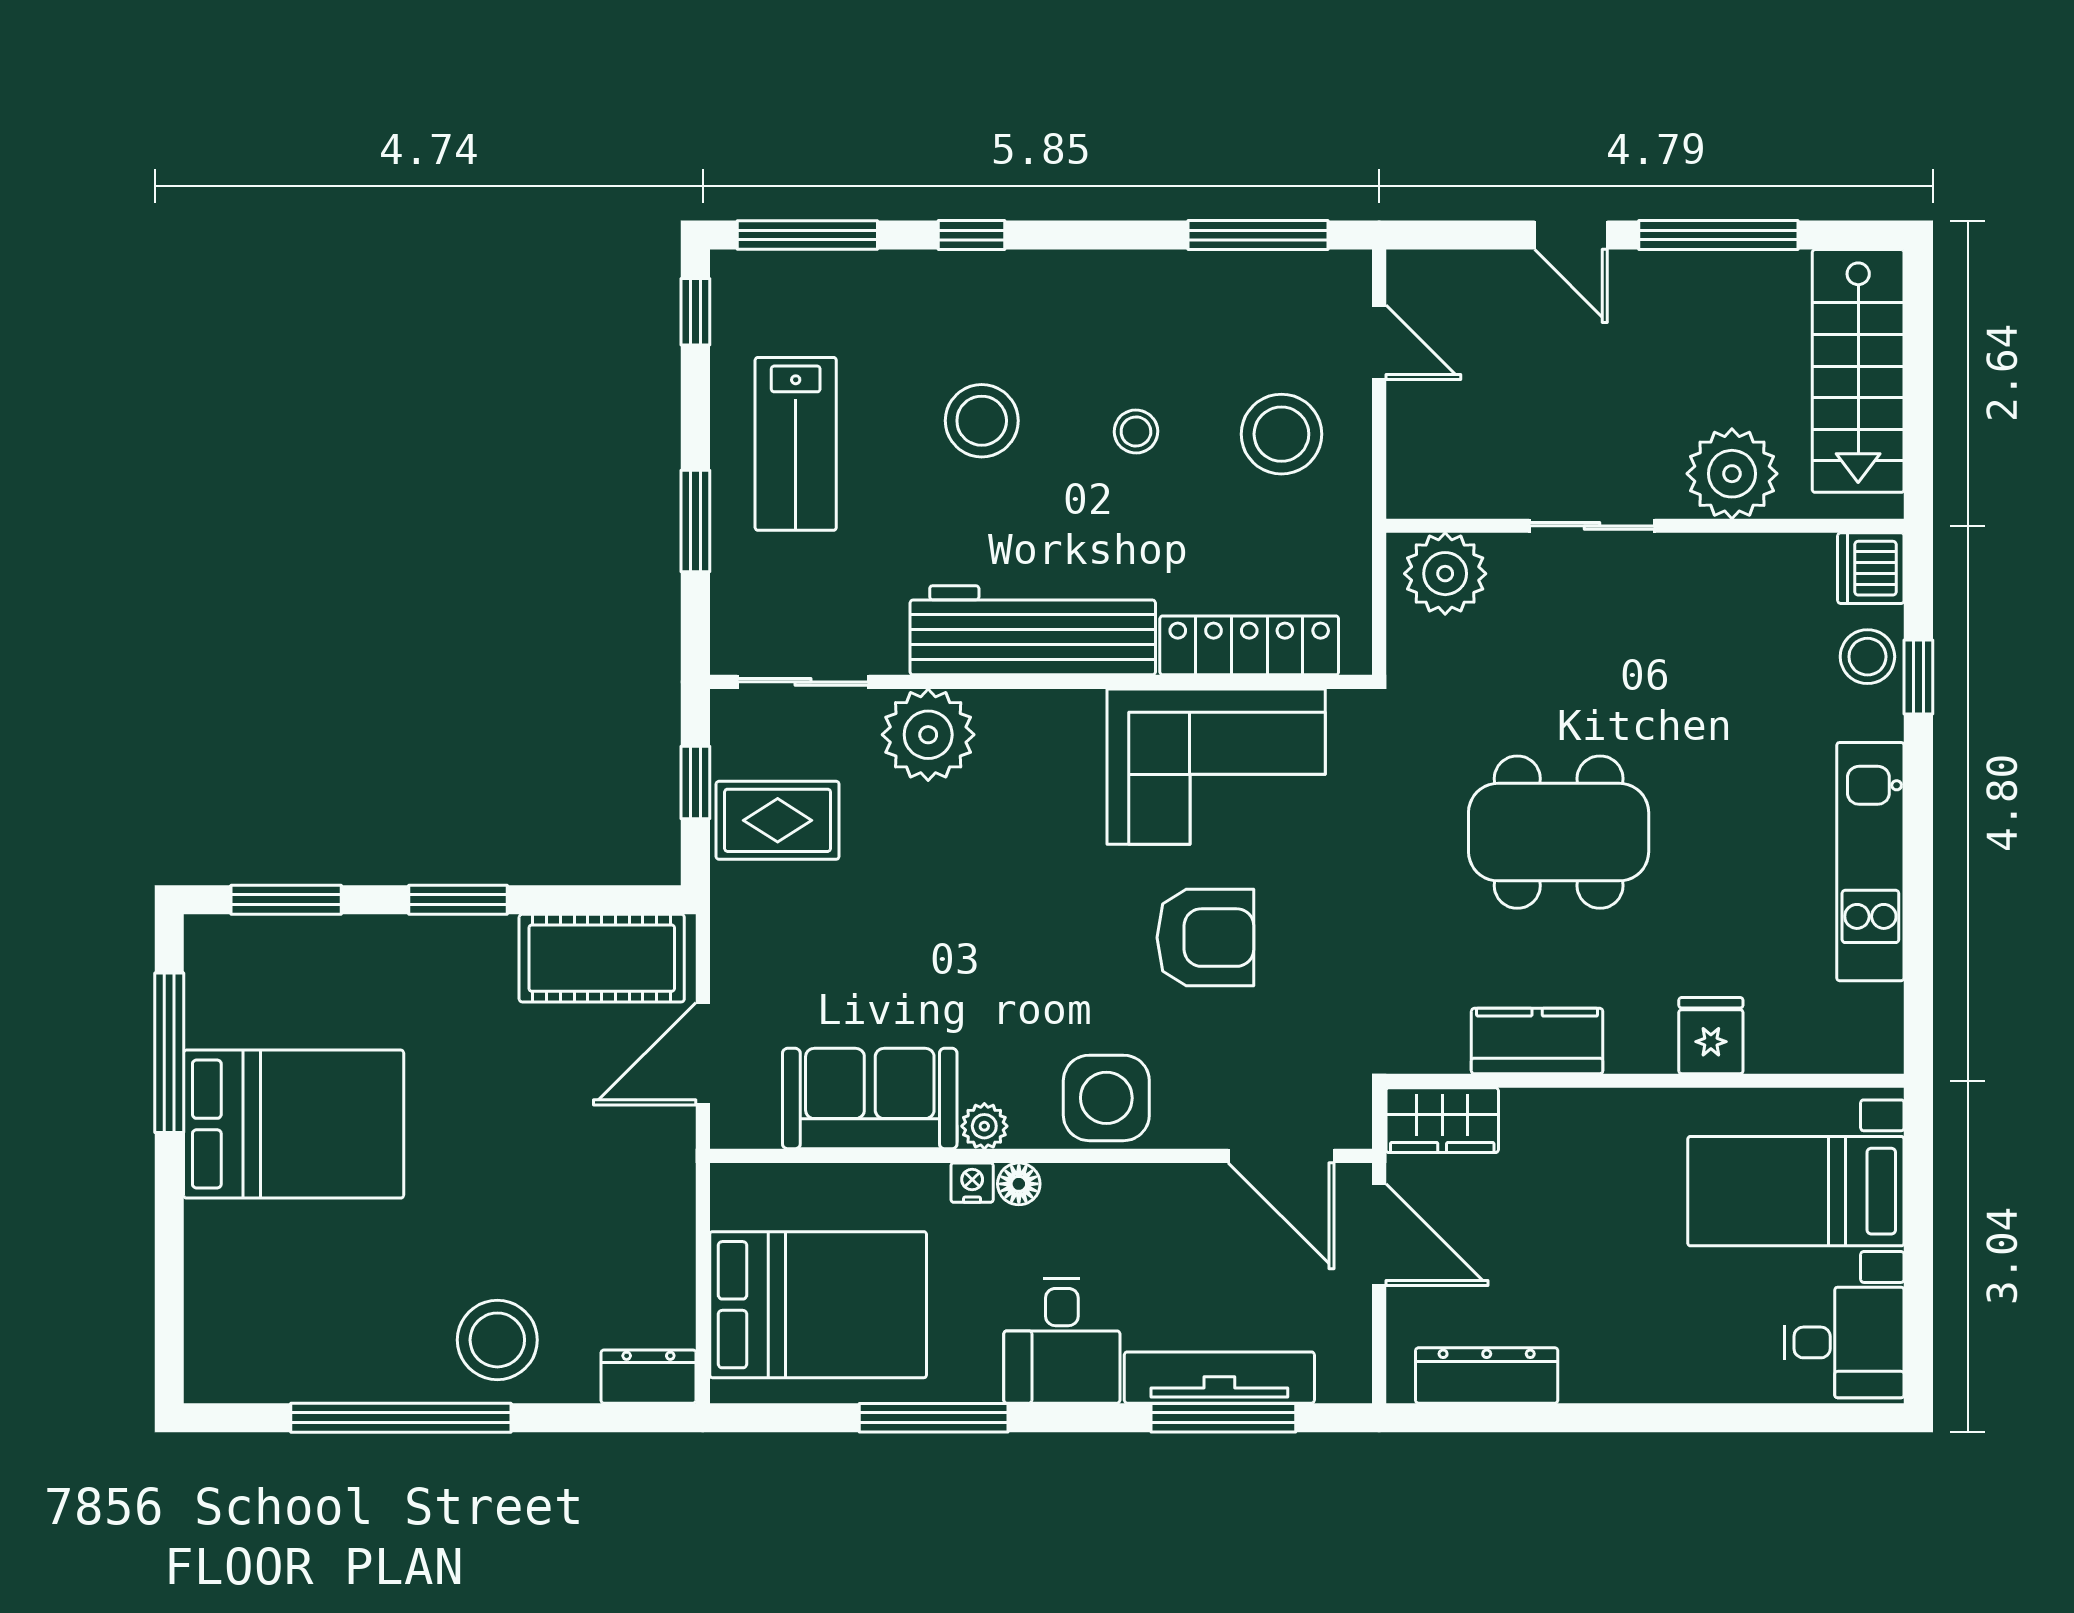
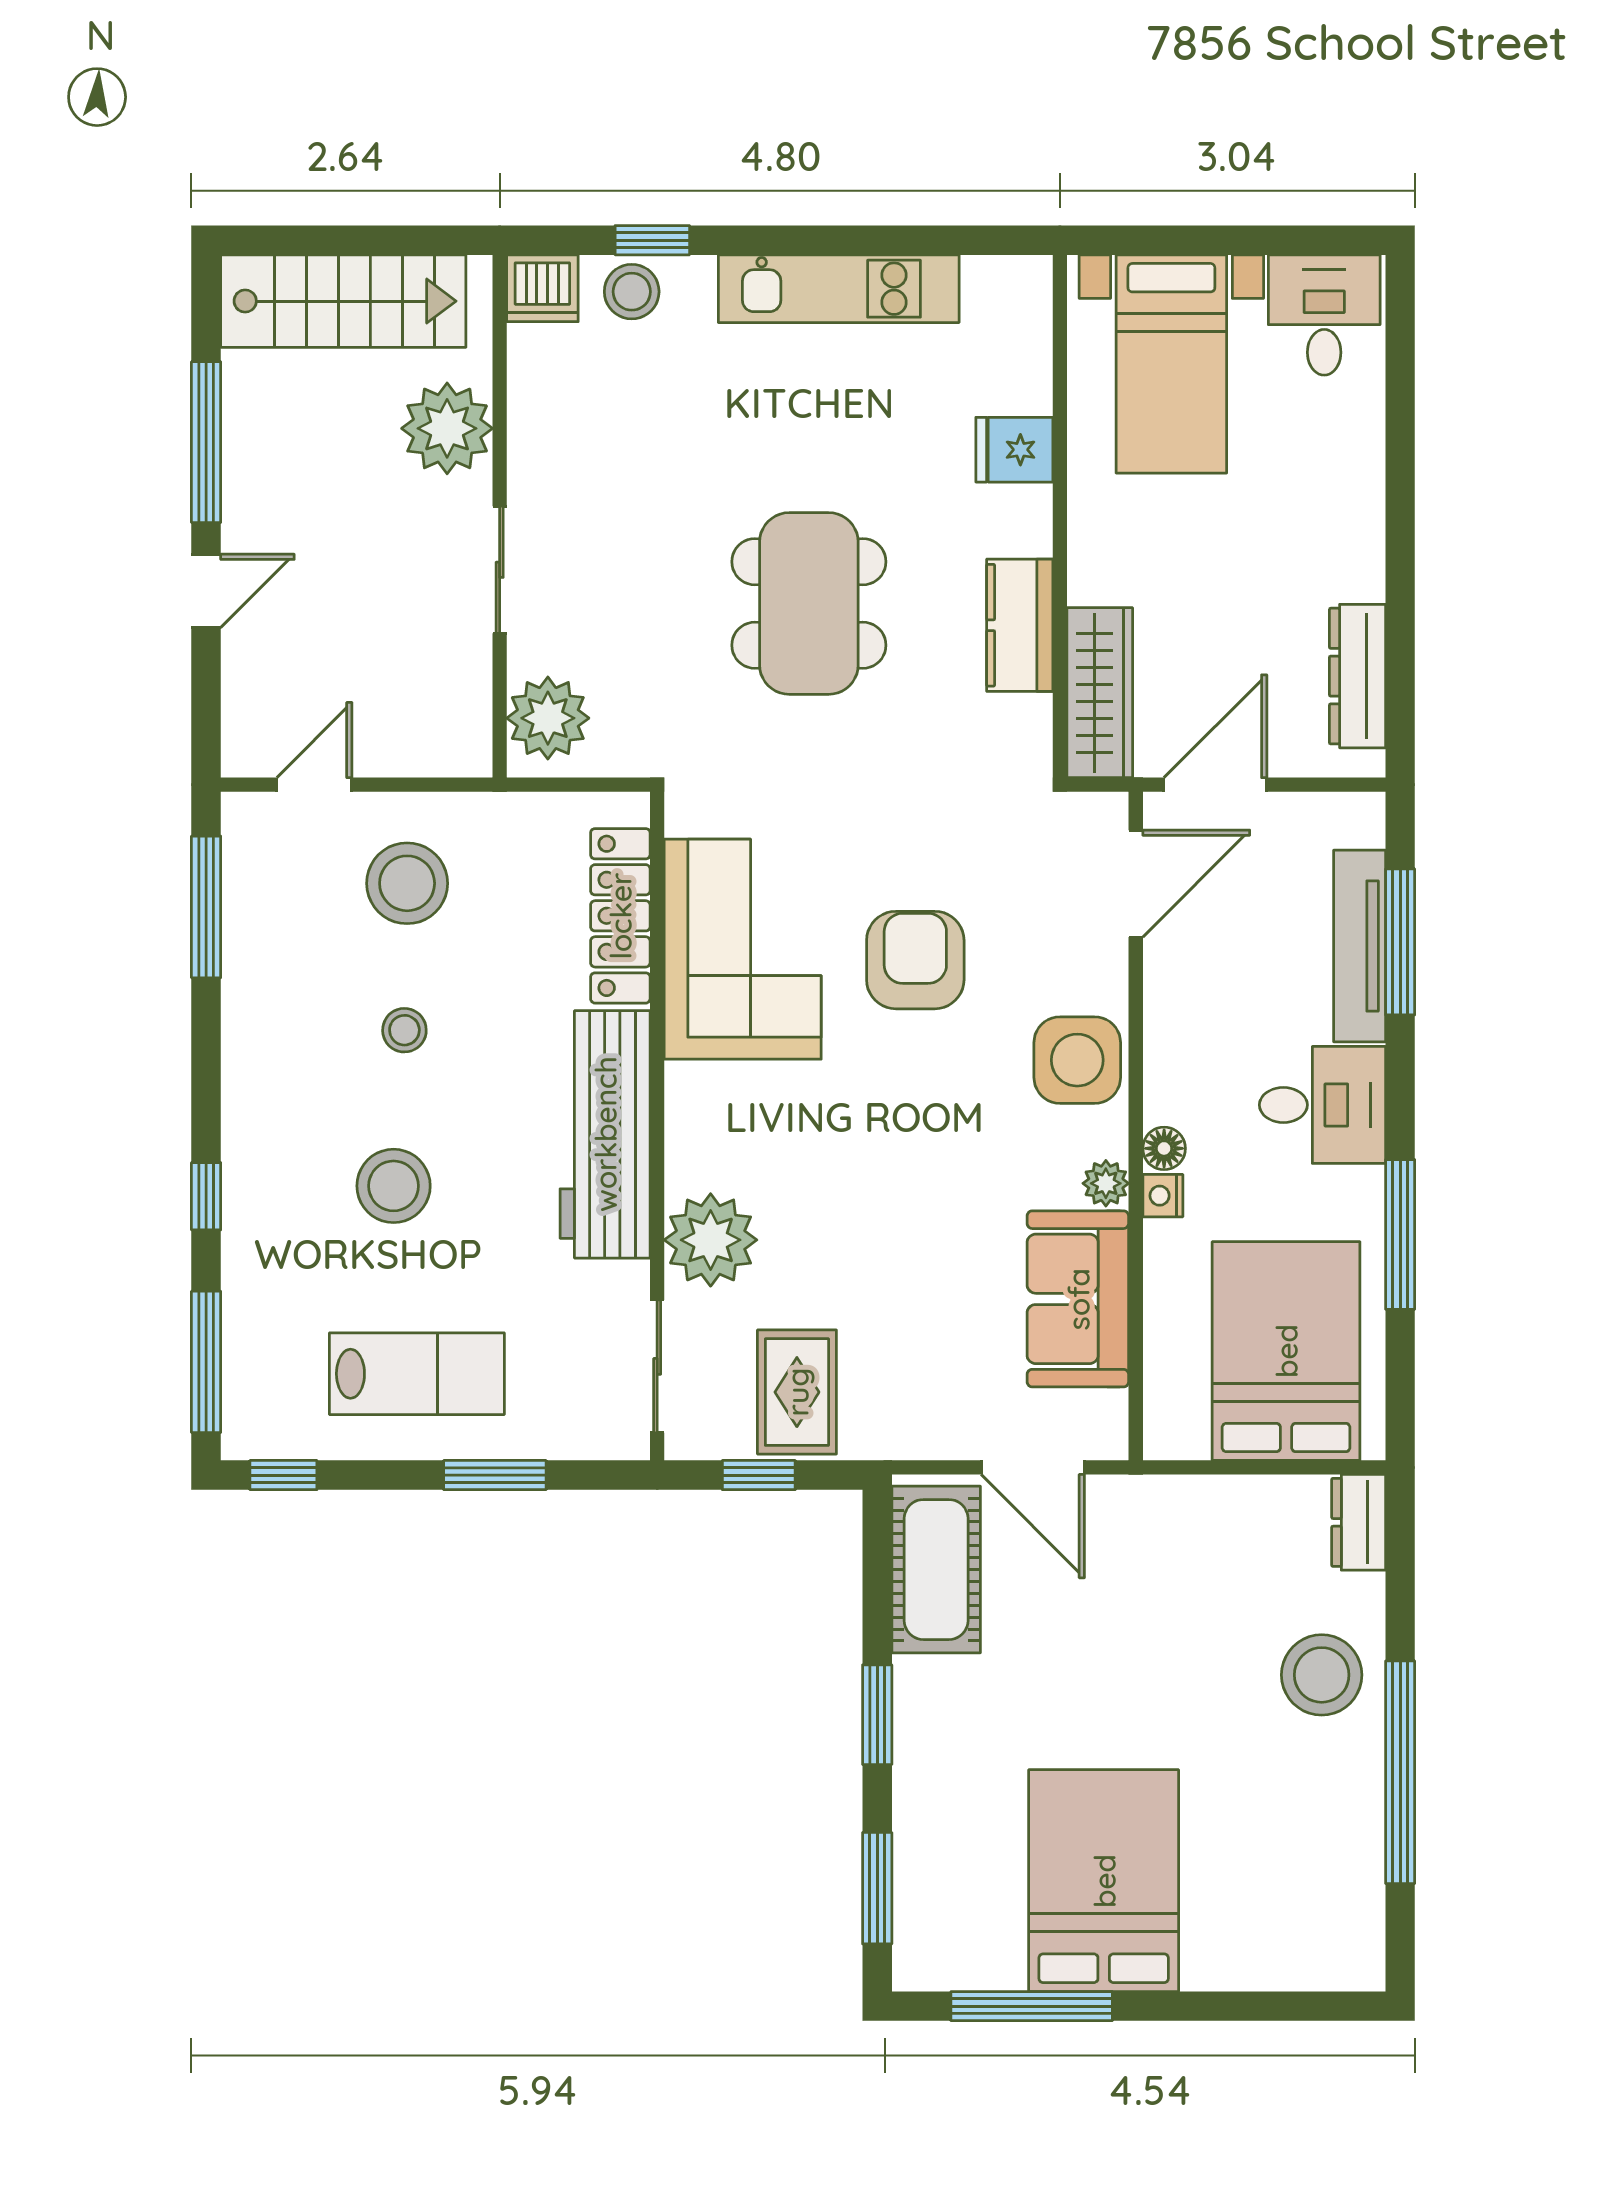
wardrobe: (1442, 1120) -> (1100, 693), width x1.50

